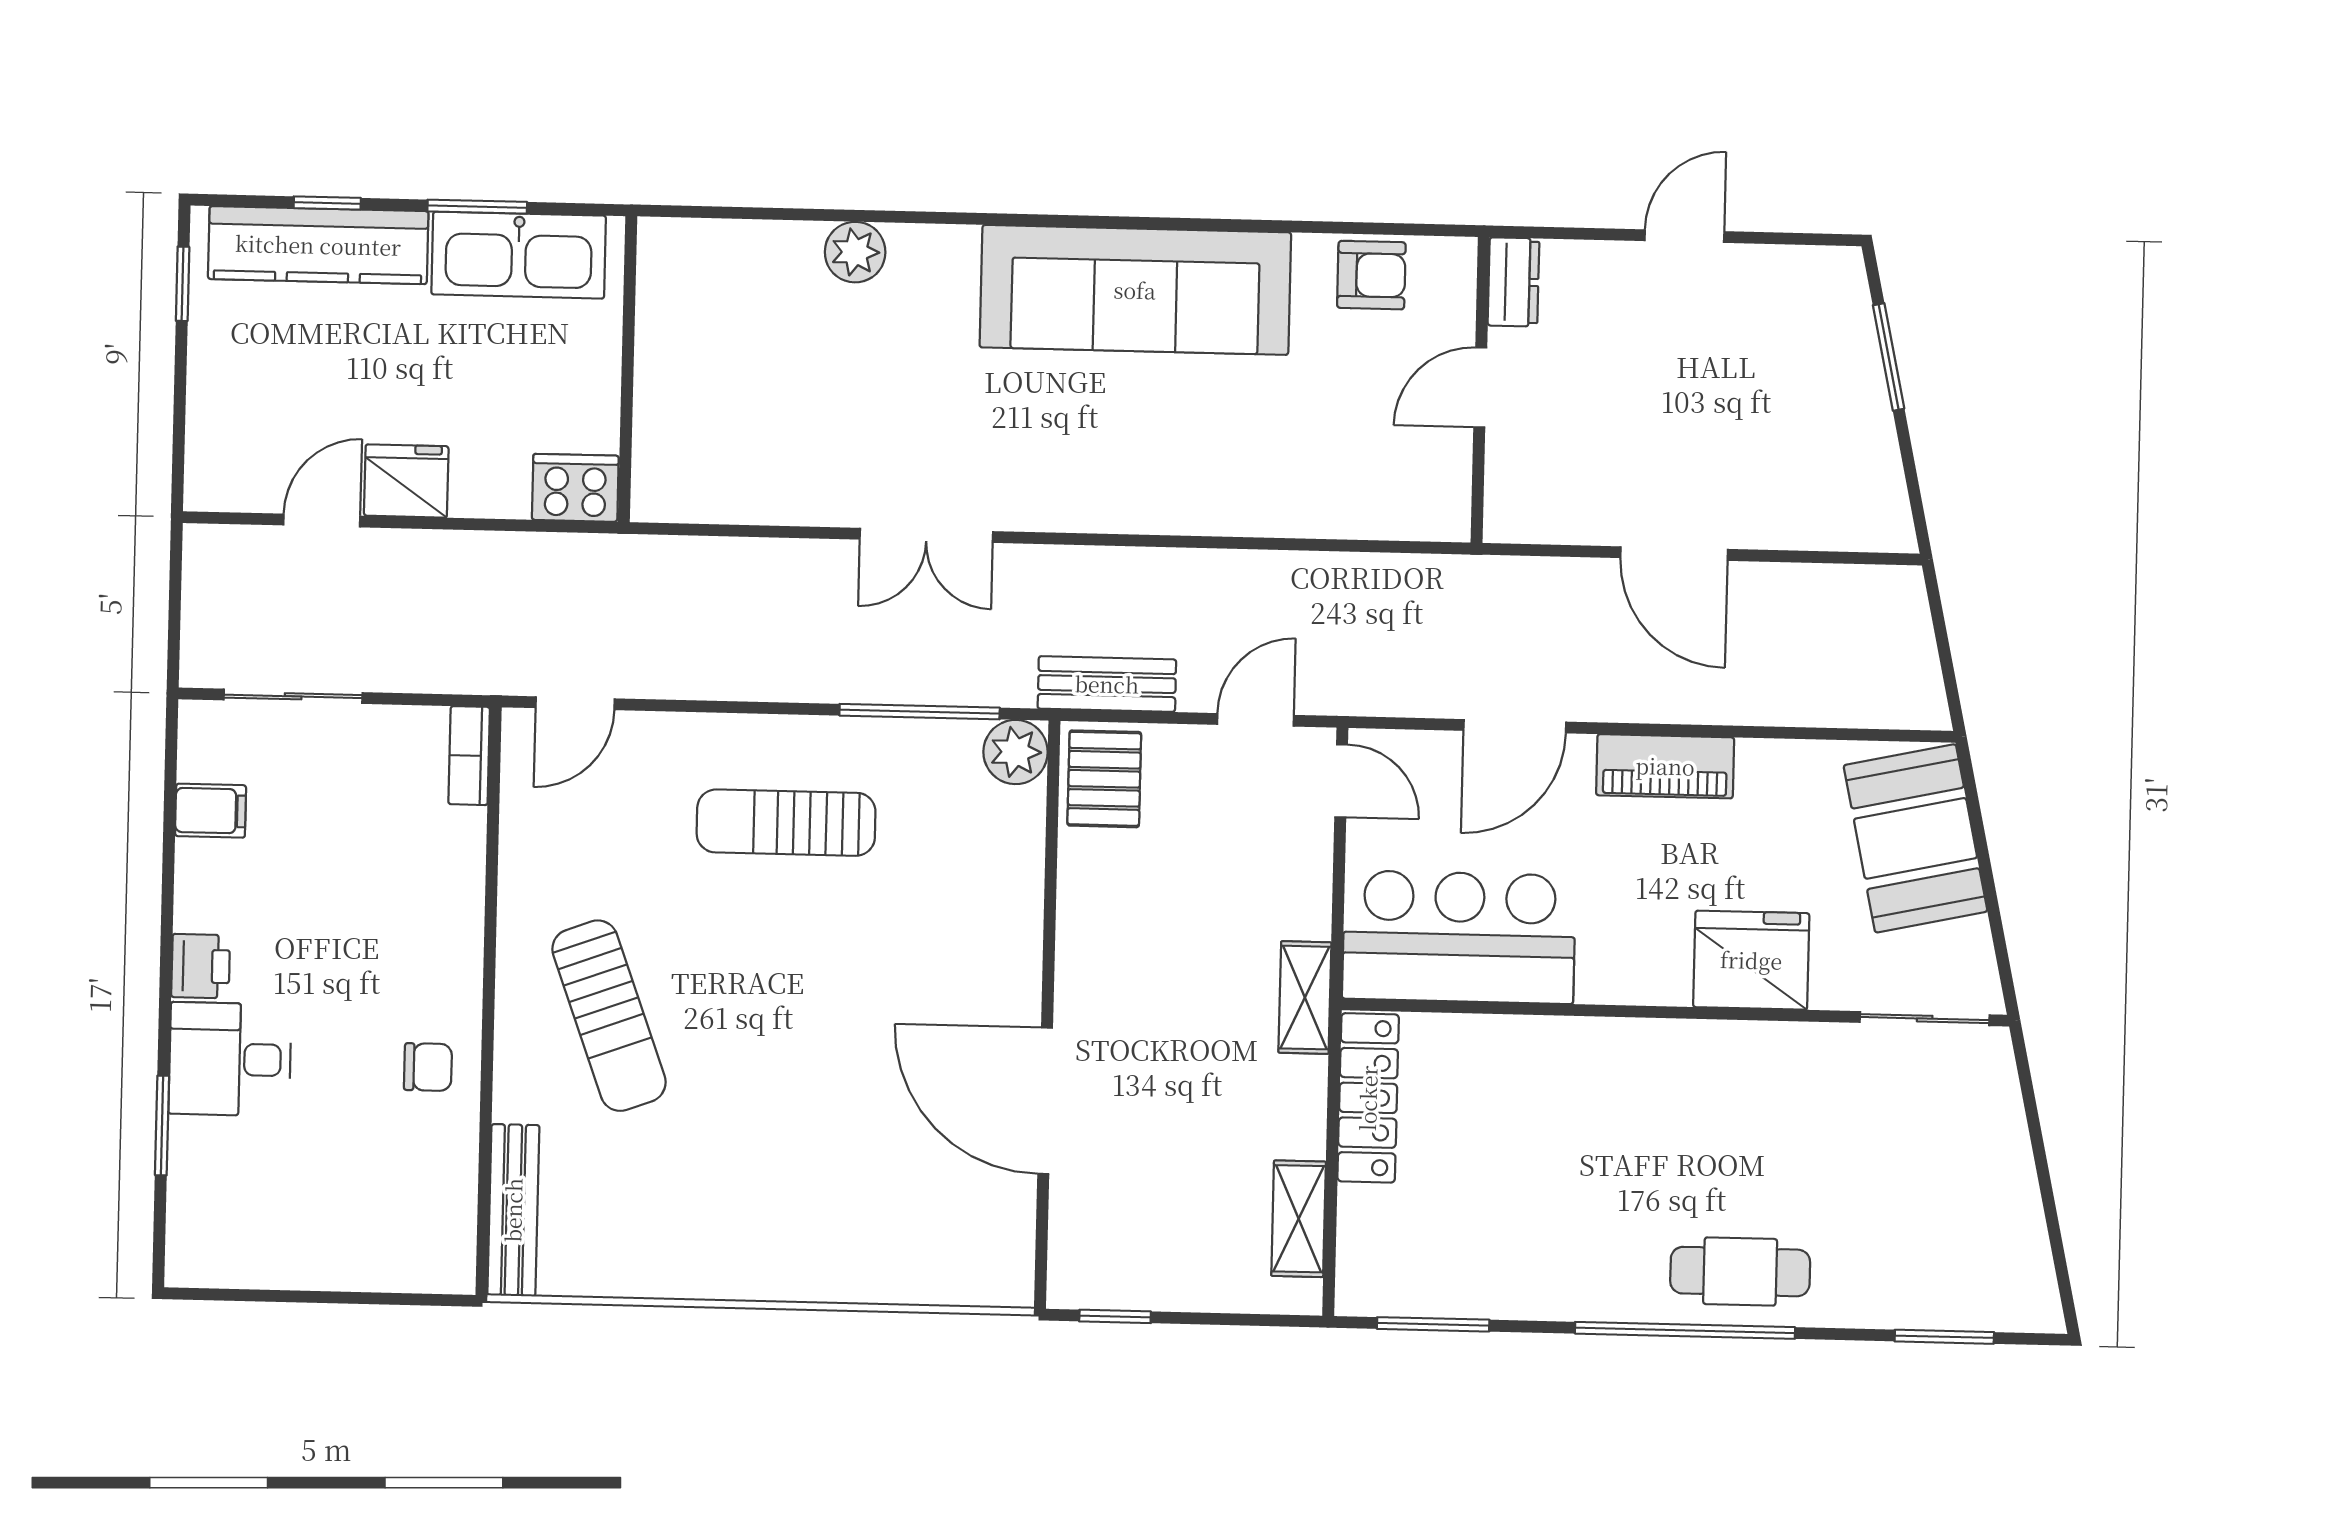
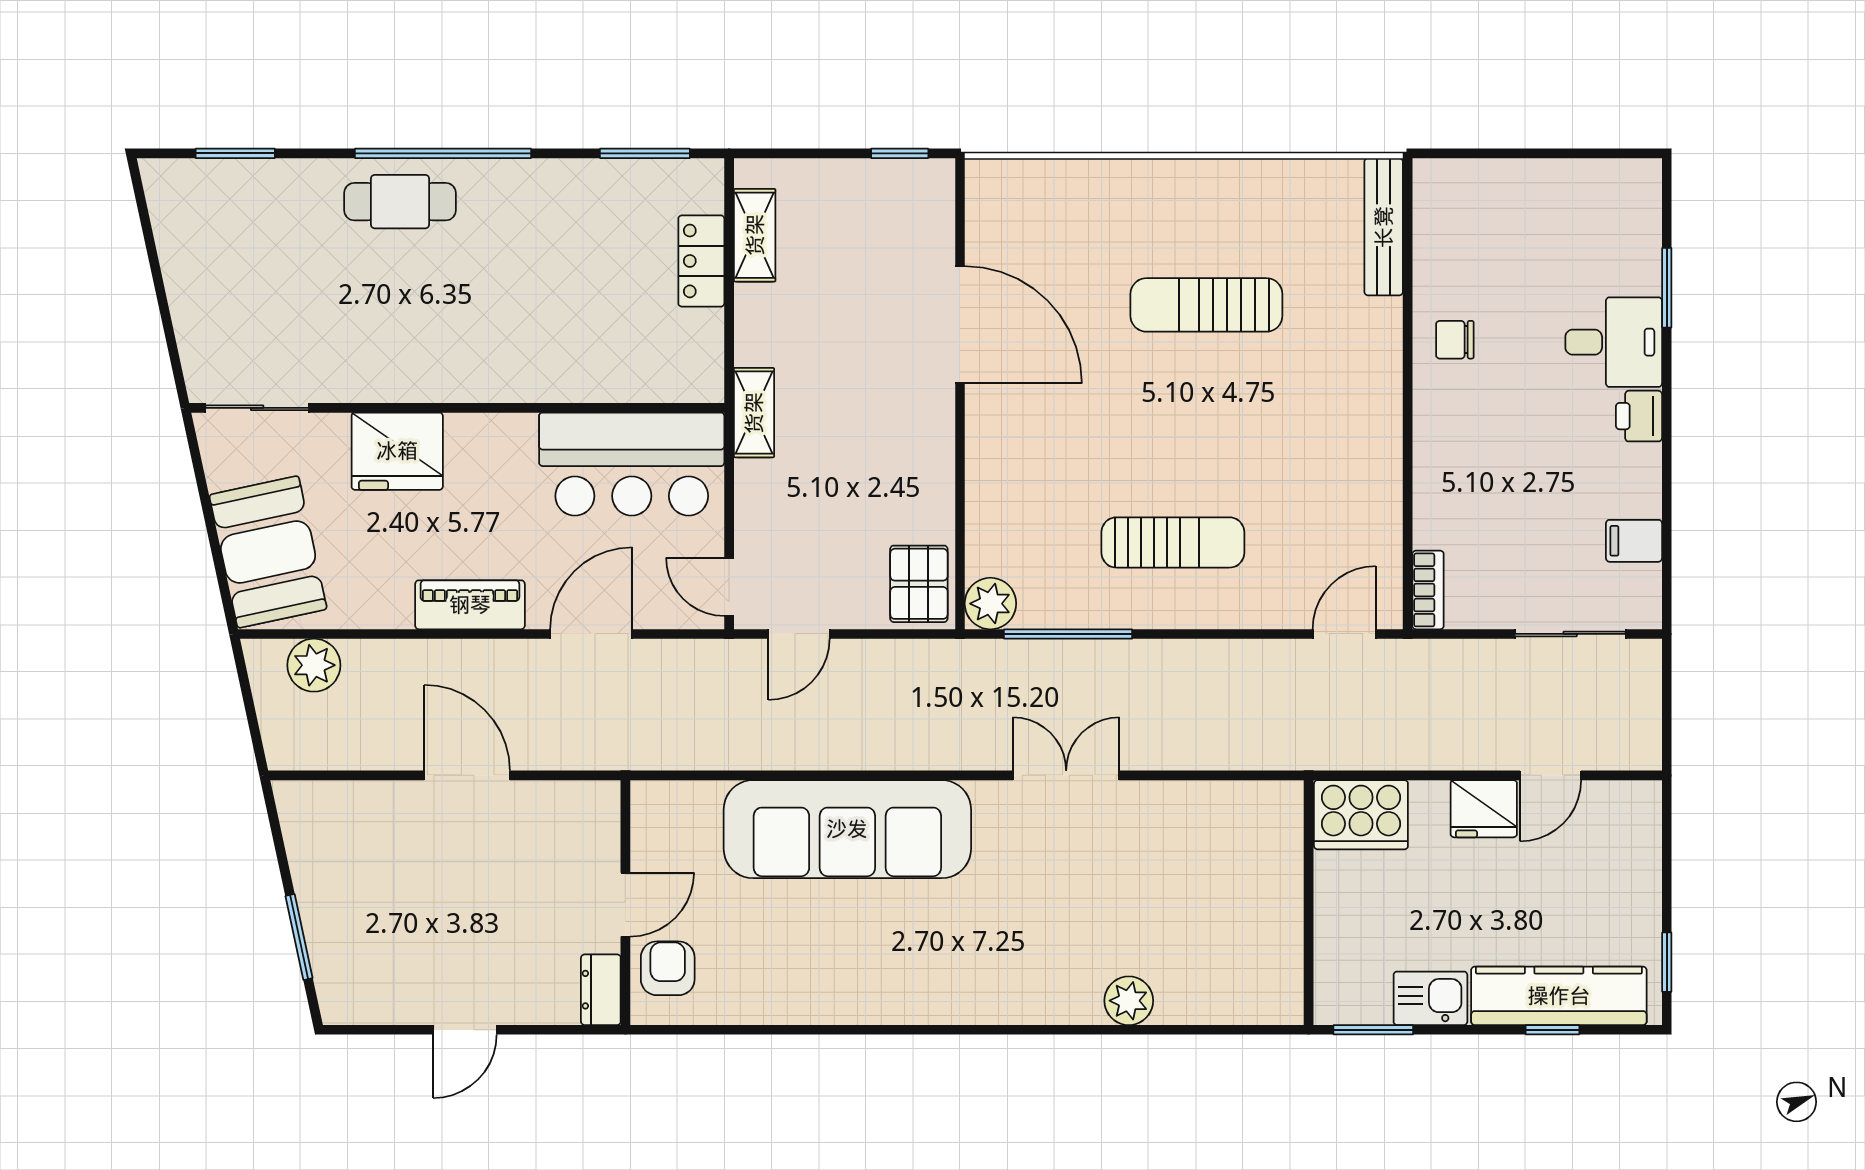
window: (477, 207) -> (1373, 1030), moved
kitchen sink: (519, 255) -> (1430, 998), width x0.53, depth x0.81
armchair: (1371, 275) -> (668, 968), moved, turned 90
sofa: (1135, 290) -> (847, 829), moved, turned 180
cooker: (575, 488) -> (1361, 815), width x1.37, depth x1.31
bench: (1107, 684) -> (919, 660), removed
plant: (1862, 696) -> (314, 665), added
sun lounger: (609, 1016) -> (1206, 305), moved, turned -70
locker: (1368, 1098) -> (701, 261), moved, width x0.66

